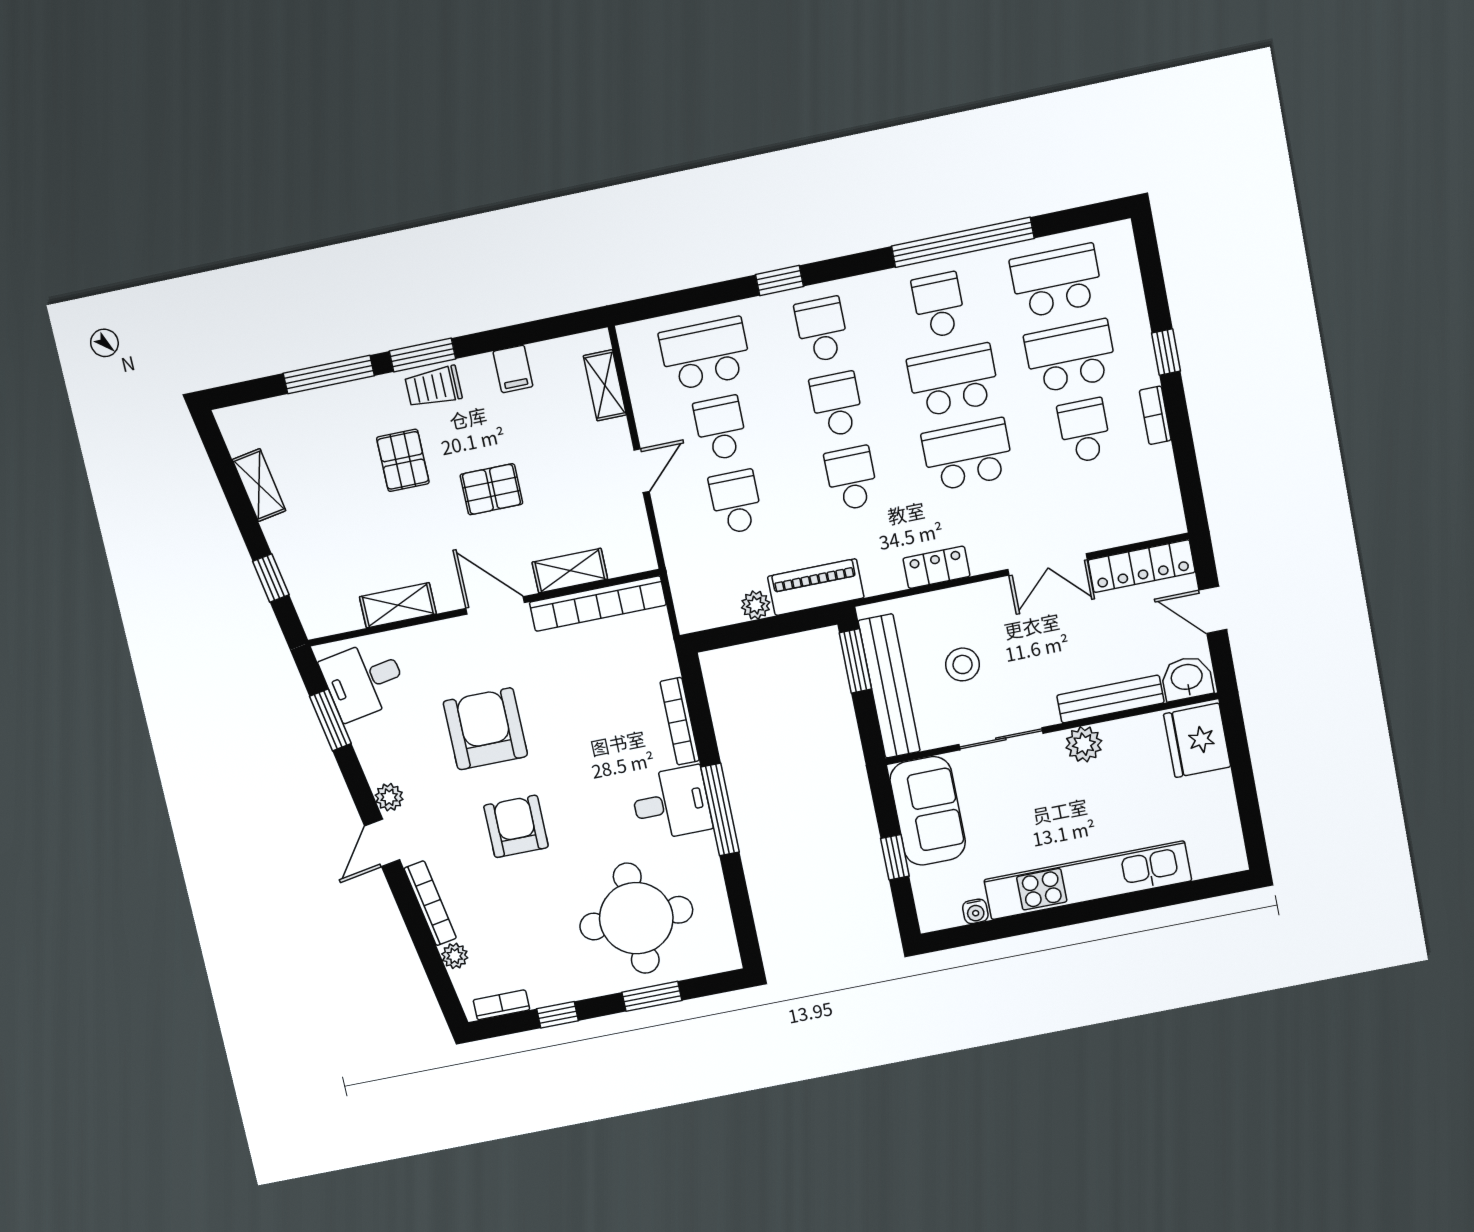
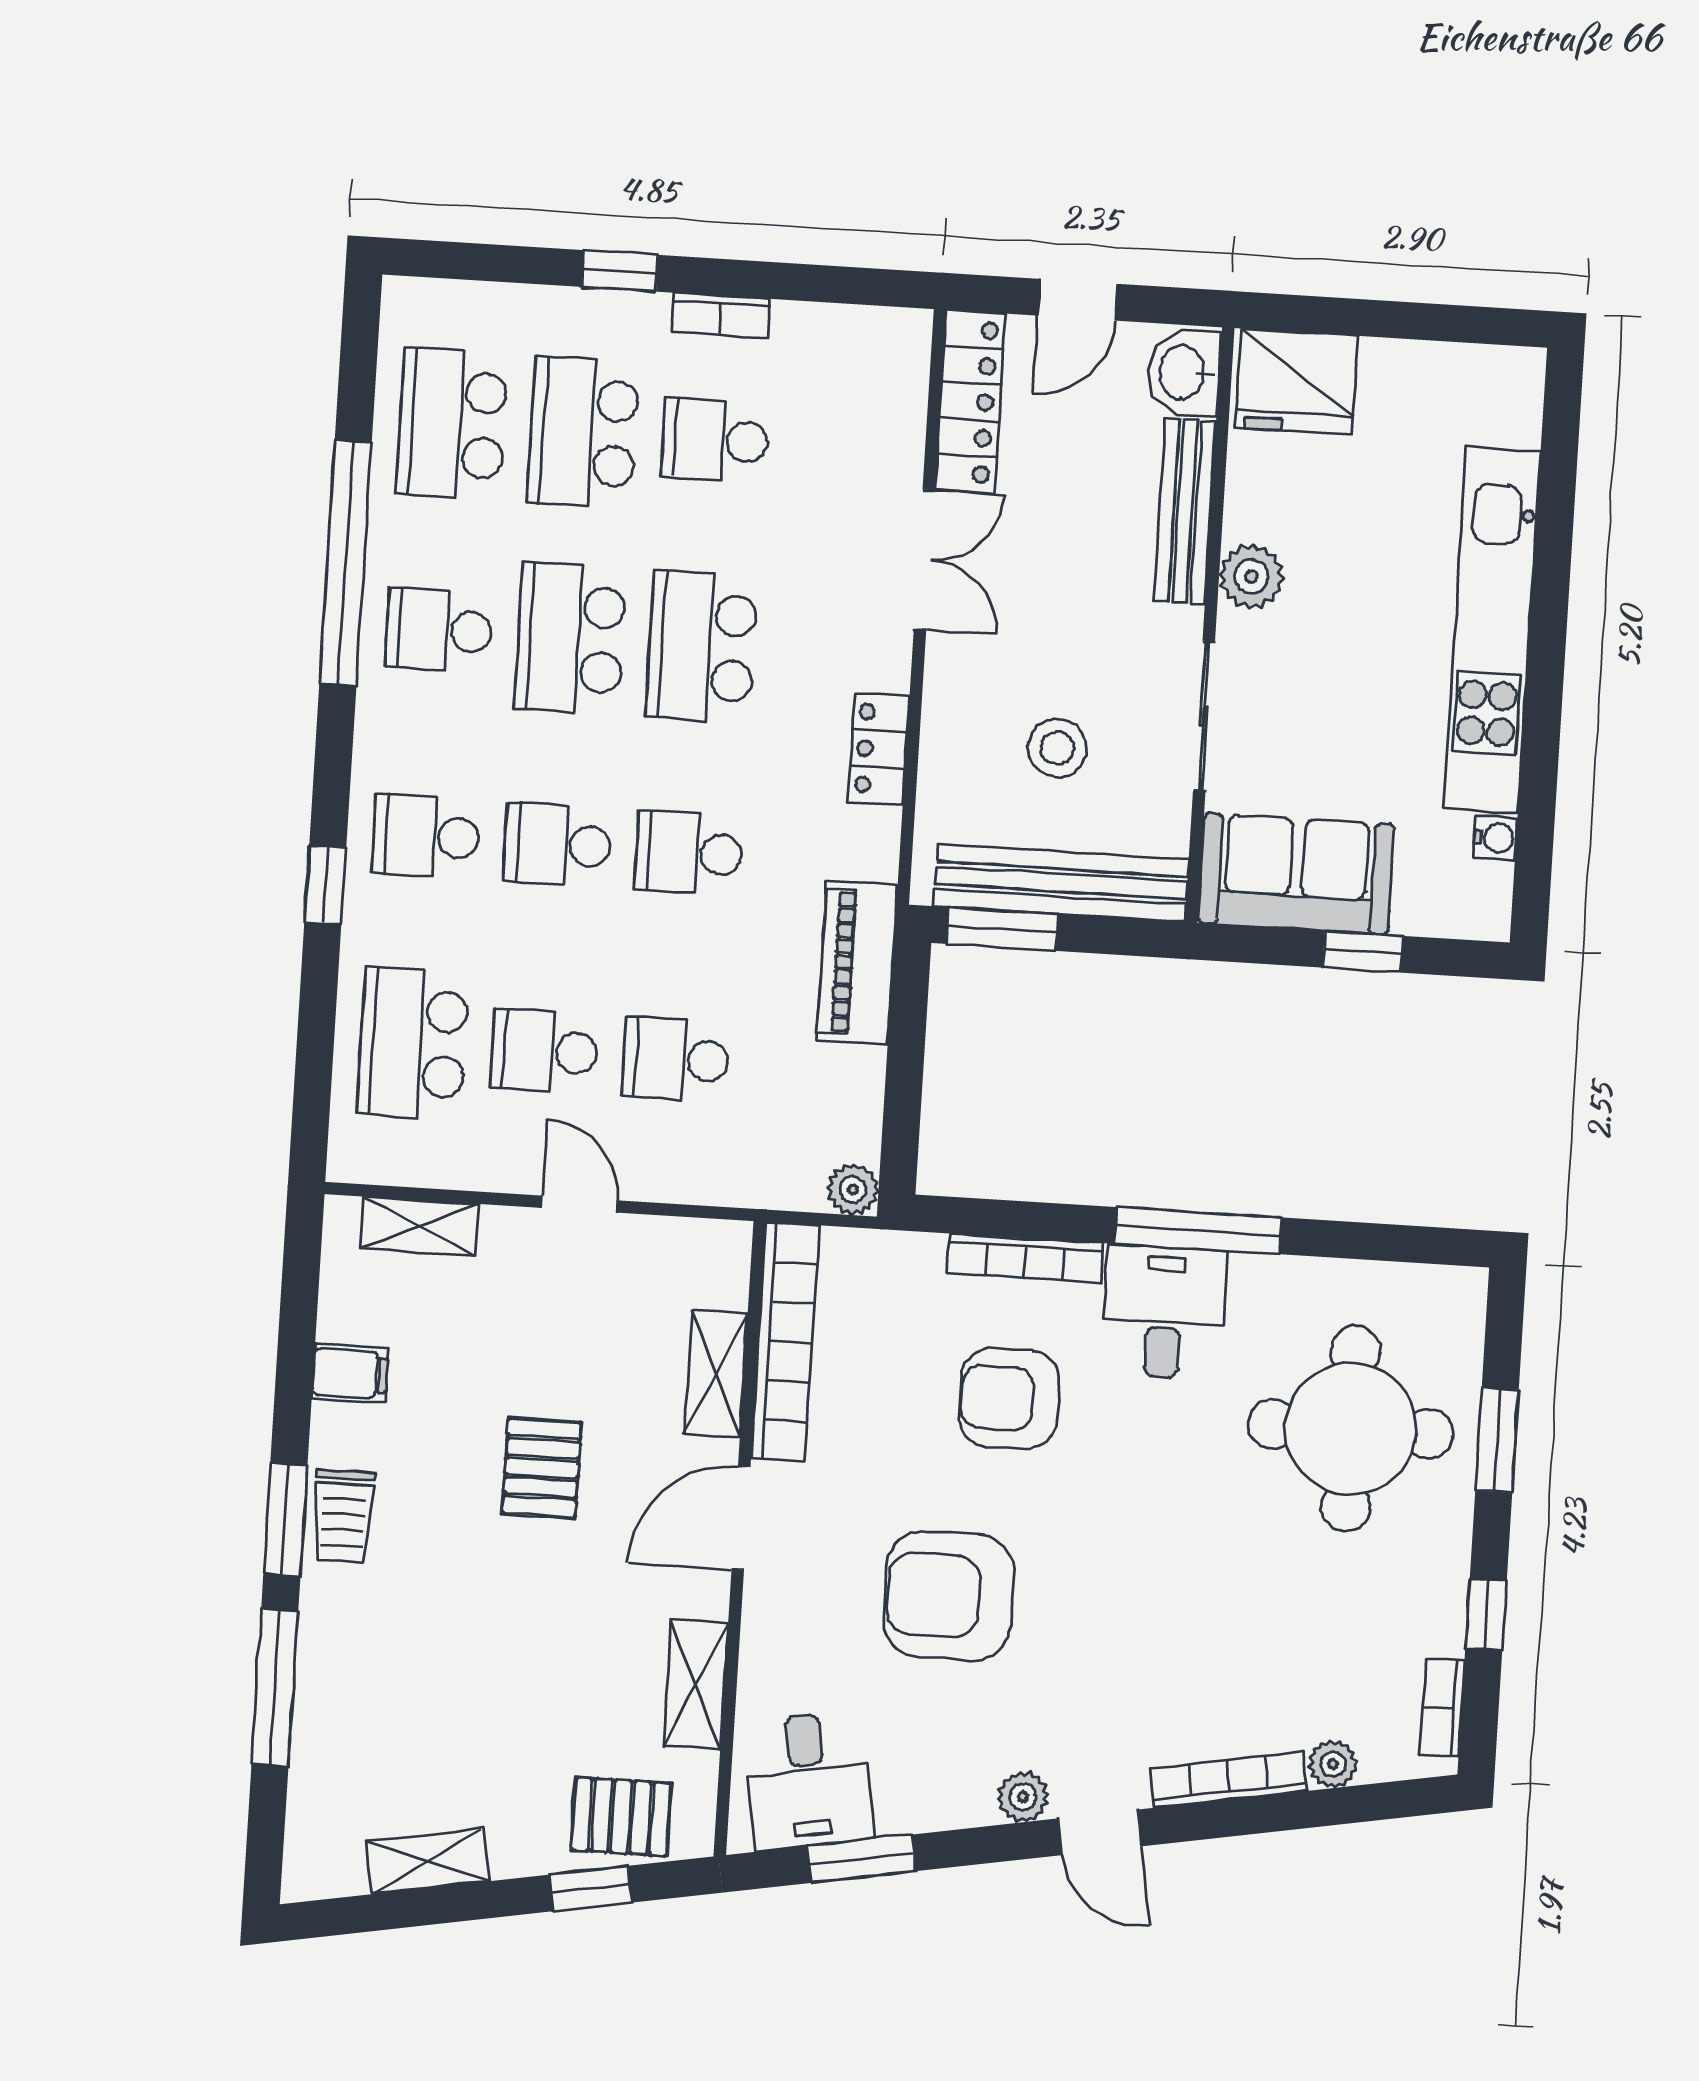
pallet: (403, 460) -> (621, 1817), moved
plant: (756, 605) -> (853, 1190), moved
armchair: (516, 826) -> (1009, 1398), moved

